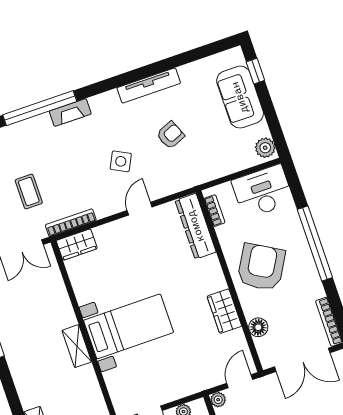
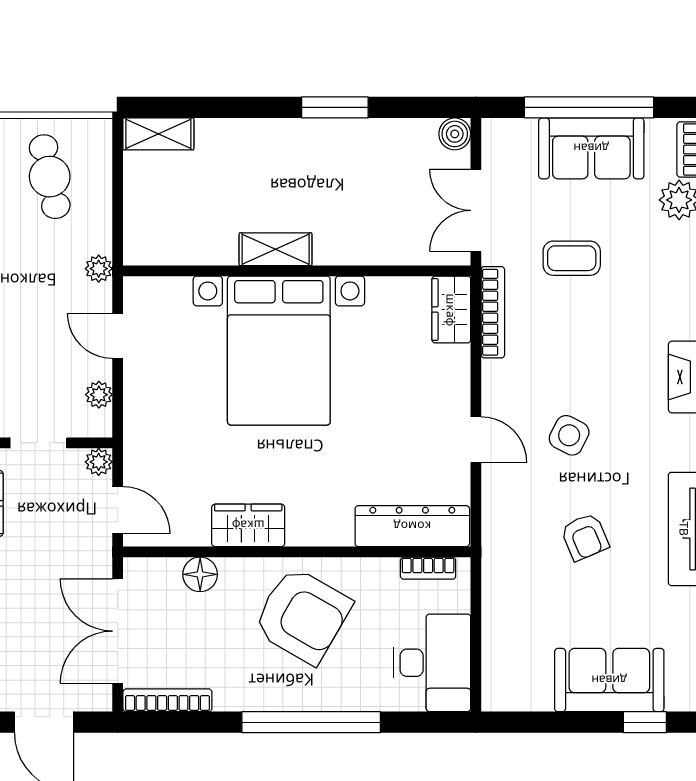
plant: (265, 148) -> (507, 693), removed
bed with nightstands: (129, 326) -> (279, 351), width x1.36

